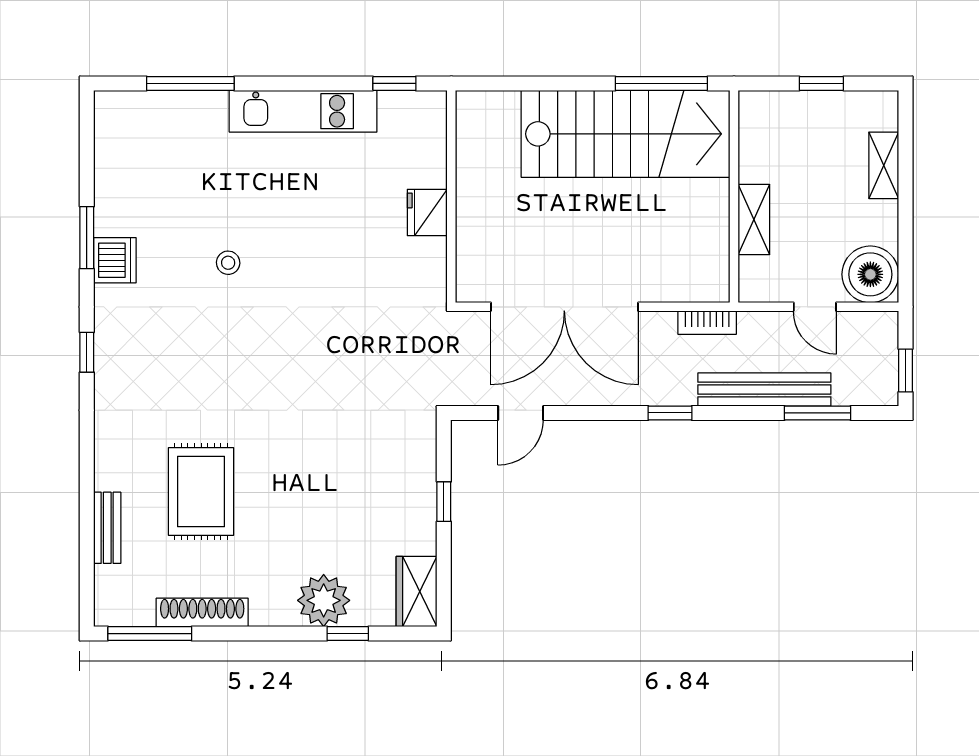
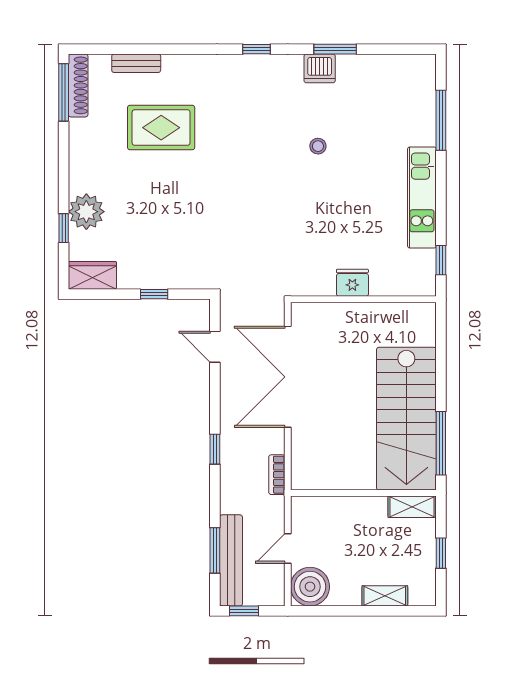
shelving: (754, 219) -> (412, 507), moved
bench: (764, 390) -> (231, 560), moved
shoe rack: (202, 612) -> (78, 85), moved

